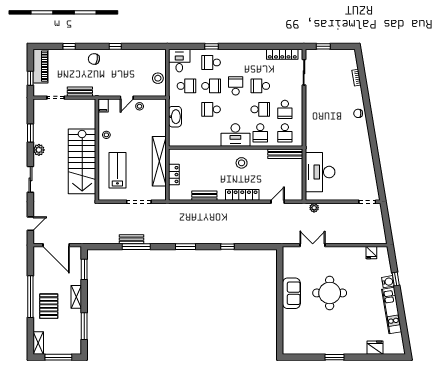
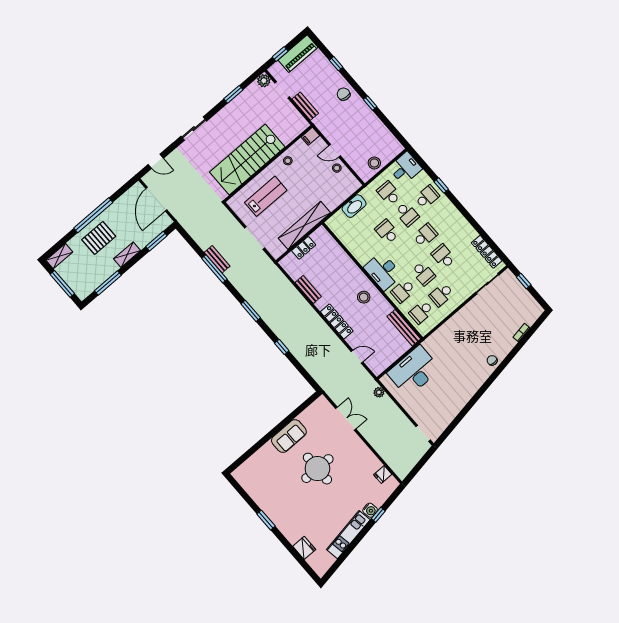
school desk: (211, 62) -> (427, 197), turned 90
school desk: (186, 86) -> (389, 193), turned 180
plant: (39, 150) -> (264, 81), moved

